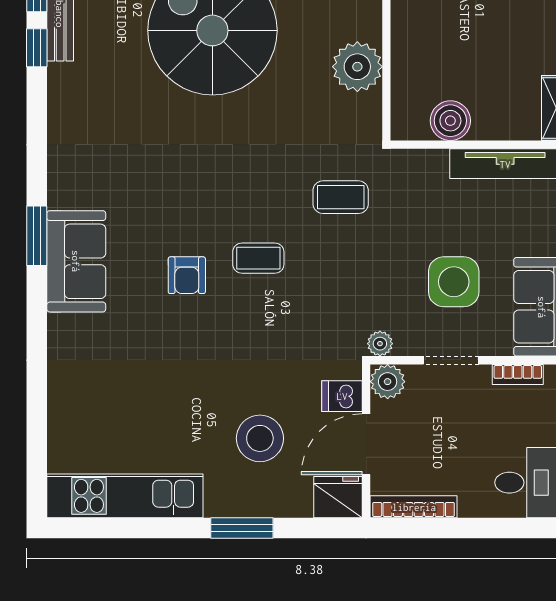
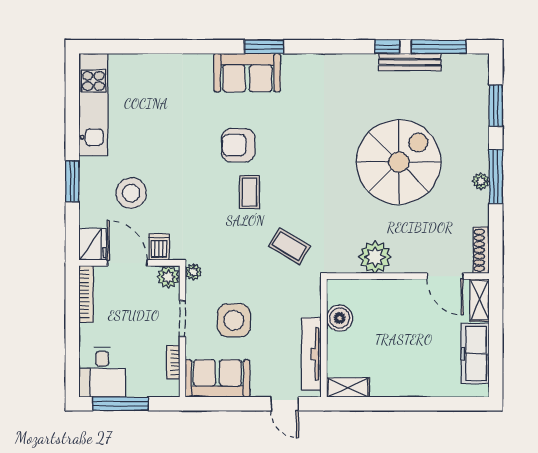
coffee table: (341, 197) -> (289, 246), turned -59
armchair: (187, 275) -> (238, 145), width x1.38, depth x1.38

